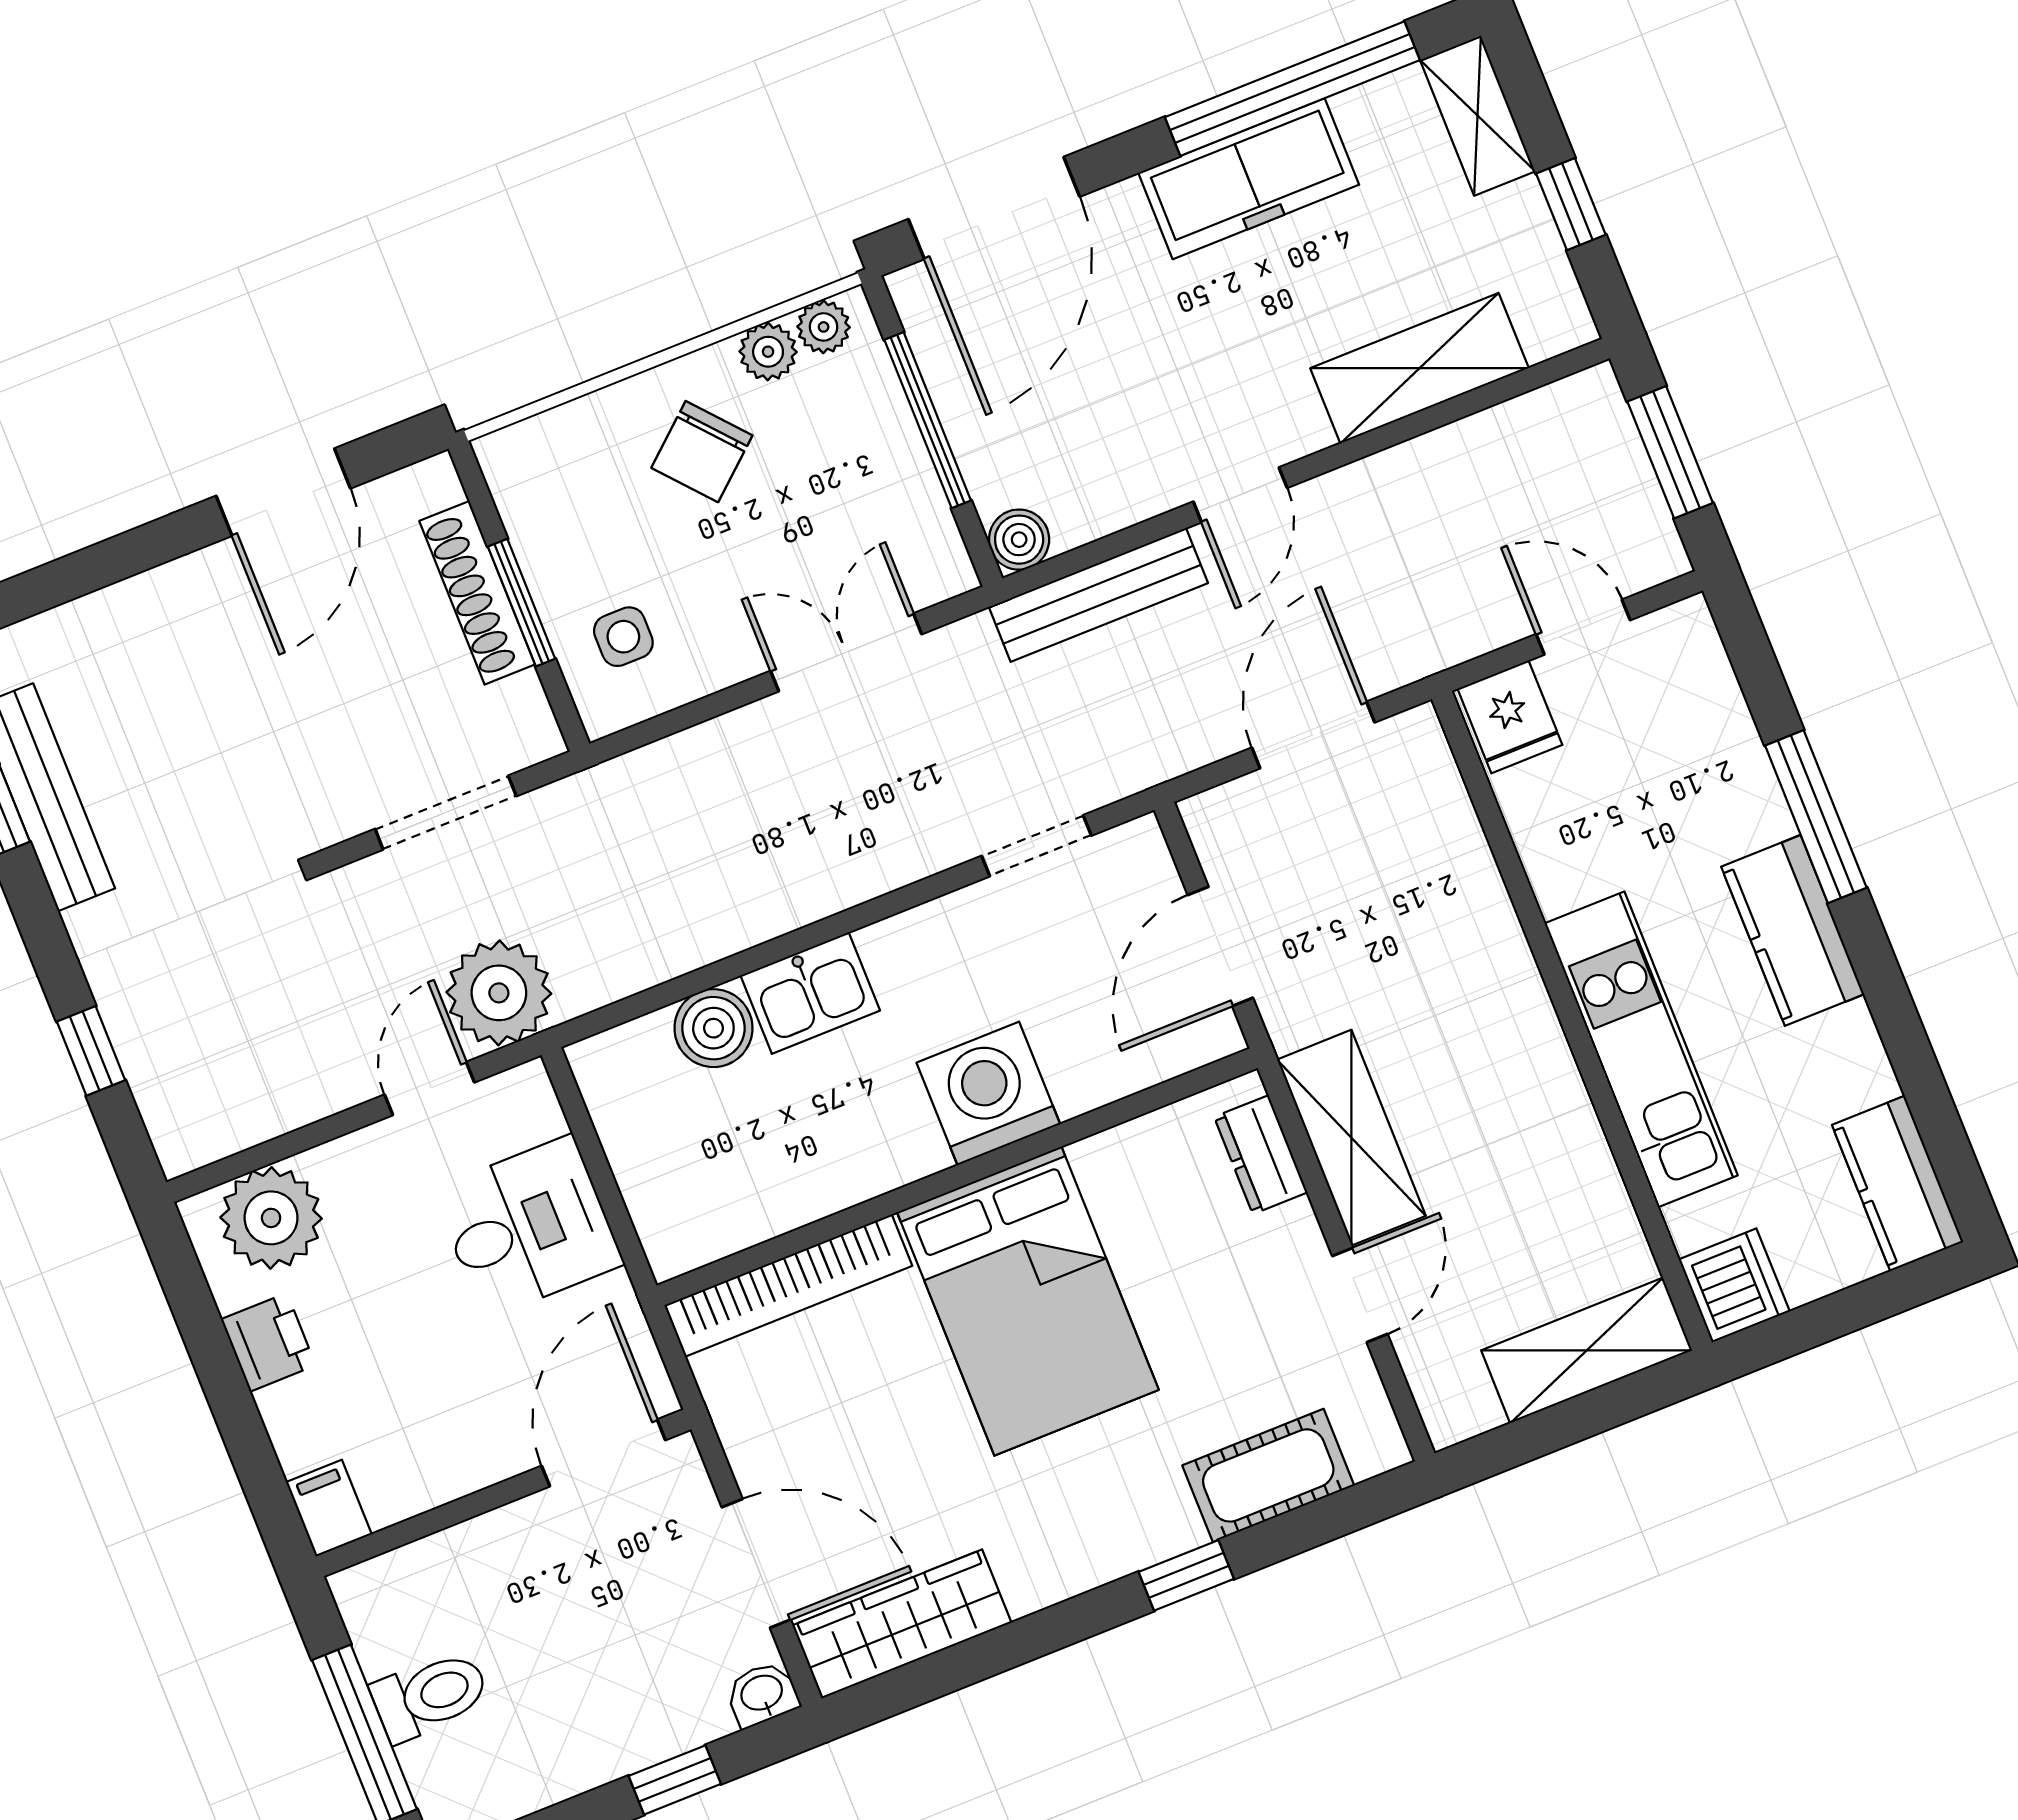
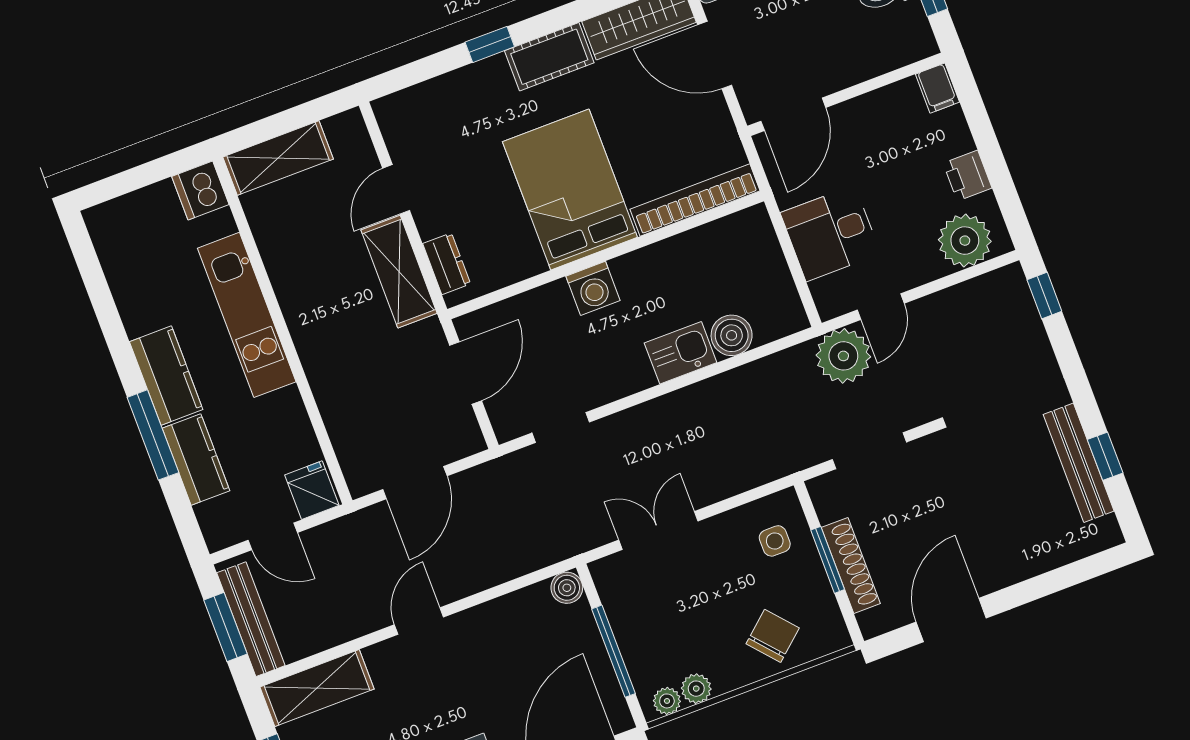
shelving: (1419, 368) -> (317, 688), moved
chair: (702, 452) -> (773, 636), moved
door: (1240, 495) -> (419, 621), moved
bench: (1098, 595) -> (251, 619), moved, turned 90
double door: (846, 652) -> (658, 530), swing flipped
window: (91, 1051) -> (1044, 296), moved
washing machine: (988, 1093) -> (593, 288), width x0.73, depth x0.73
kitchen counter: (1898, 1183) -> (196, 459), moved
cot: (1268, 1475) -> (549, 57), moved

